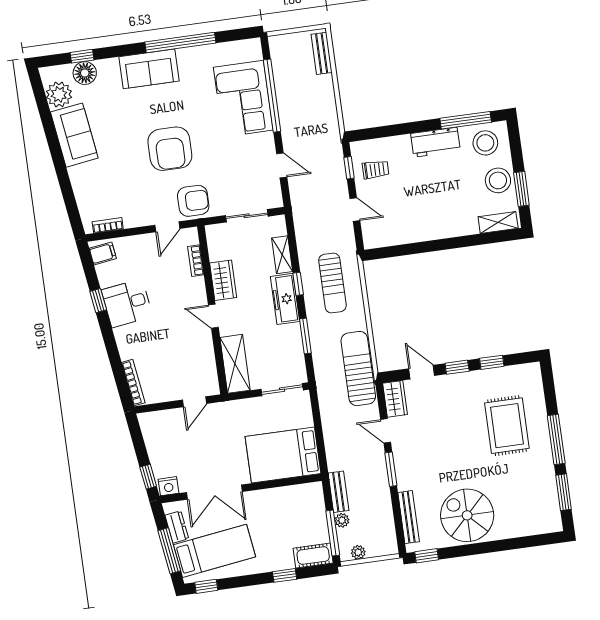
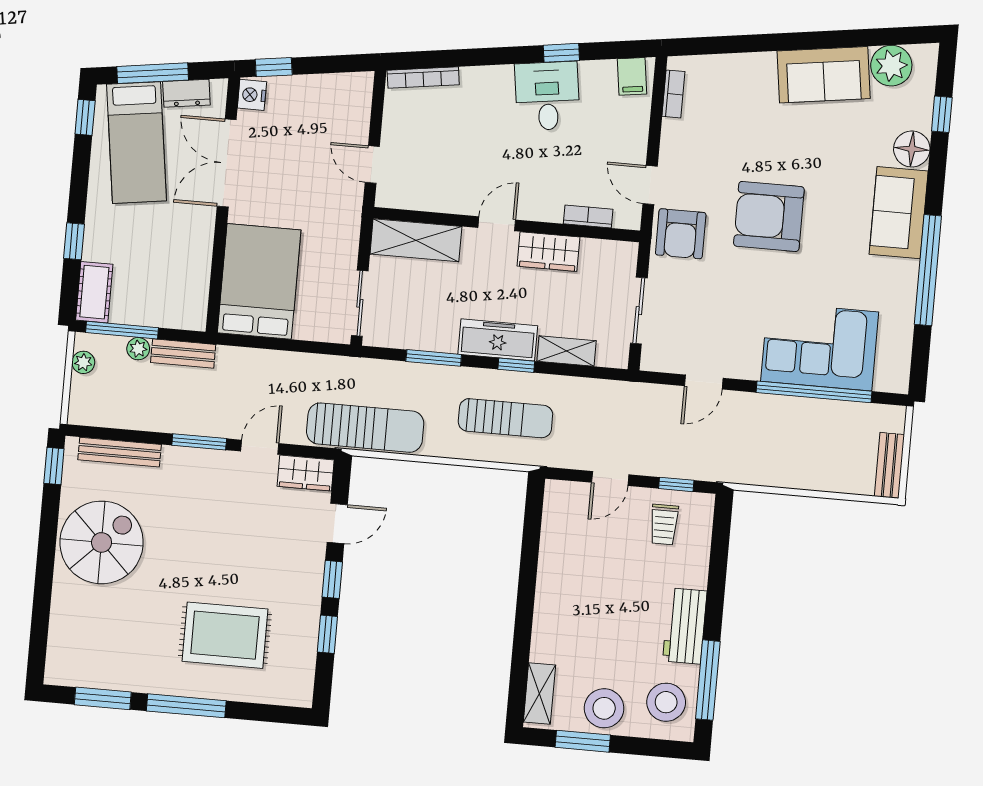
bench: (322, 53) -> (889, 465), moved, turned 90
floor lamp: (85, 73) -> (912, 149), moved
sun lounger: (332, 283) -> (505, 418), turned 180

